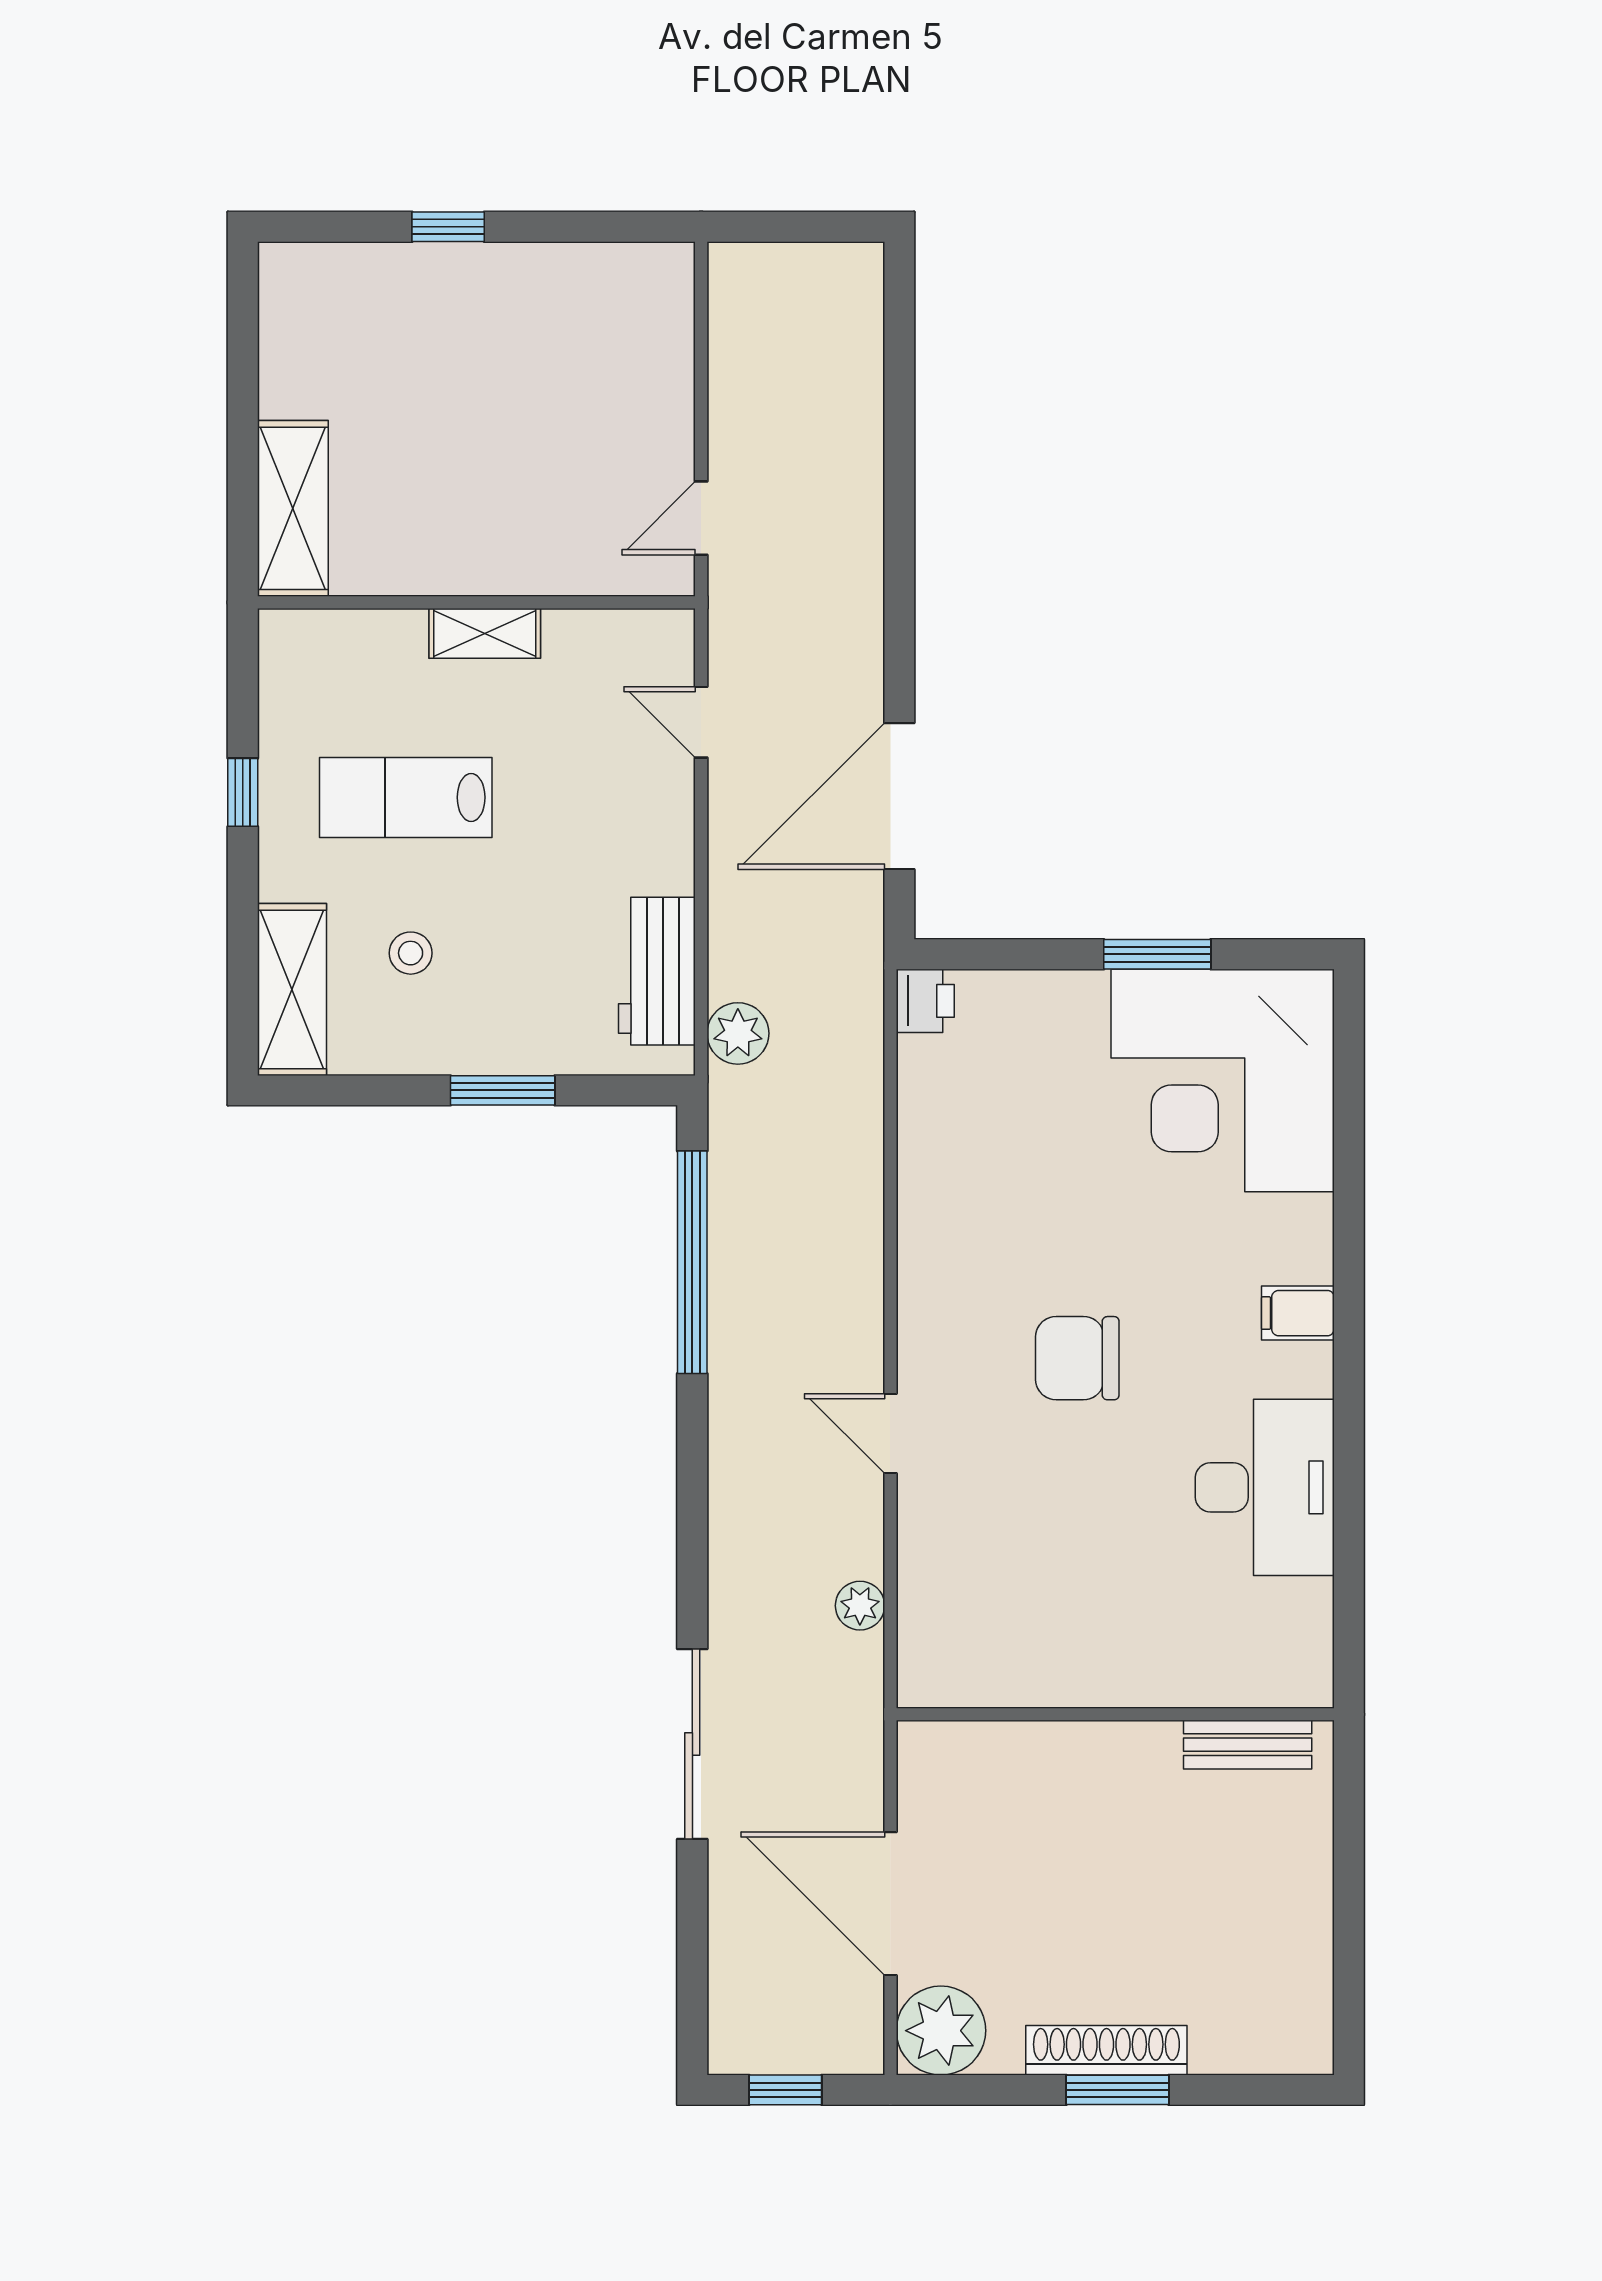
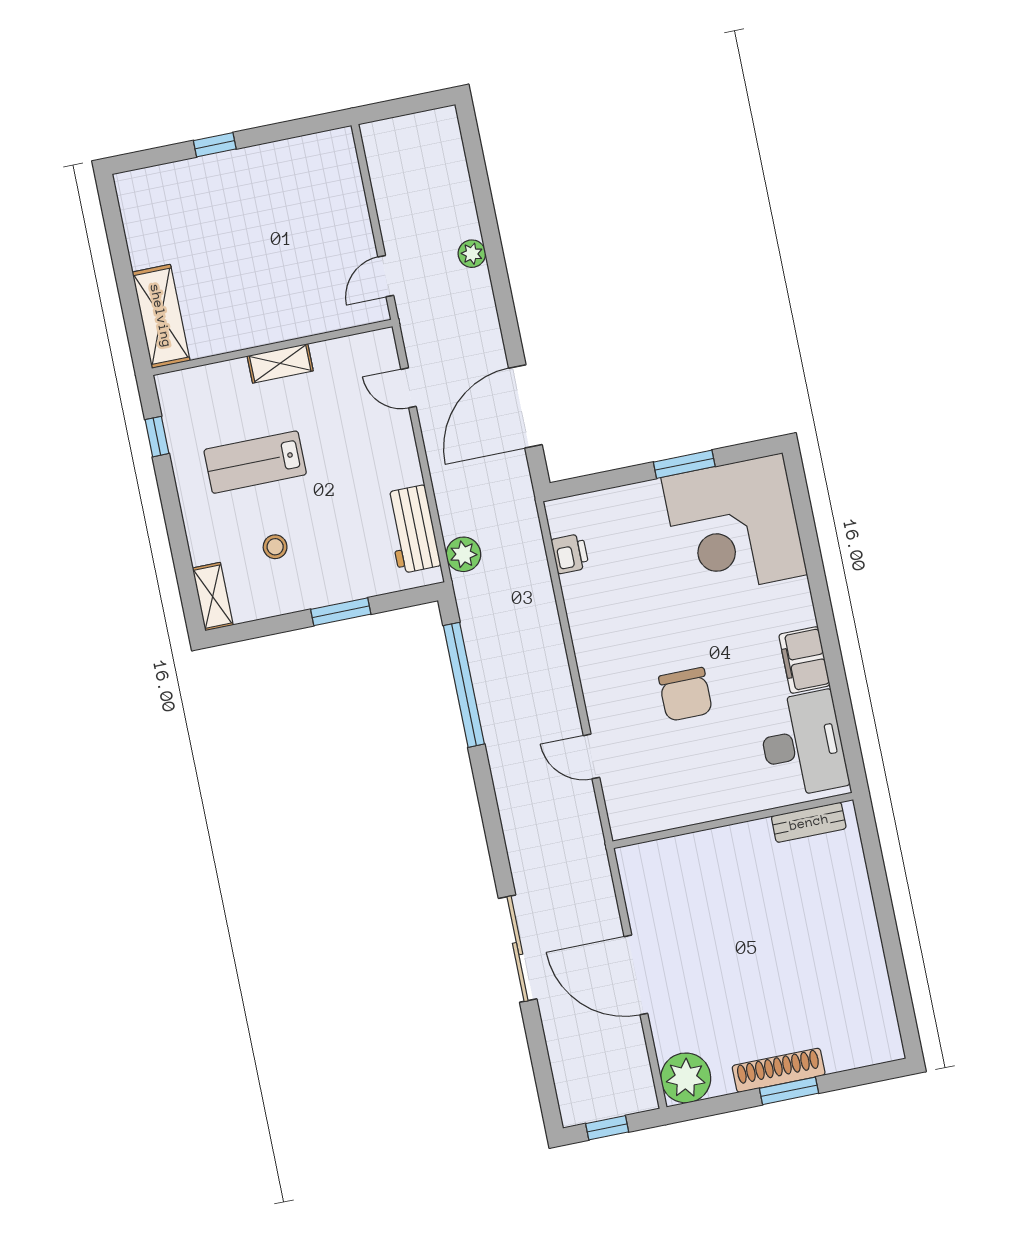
window: (243, 792) -> (157, 437), moved
shelving: (292, 989) -> (213, 597), width x0.67, depth x0.75
printer: (925, 1001) -> (570, 554), moved
filing cabinet: (1298, 1313) -> (804, 660), width x2.00
chair: (1077, 1358) -> (686, 694), turned -90
plant: (860, 1606) -> (472, 254), moved
wall: (1115, 1714) -> (733, 820), moved
bench: (1248, 1745) -> (809, 822), moved
door: (890, 1904) -> (636, 975), moved

